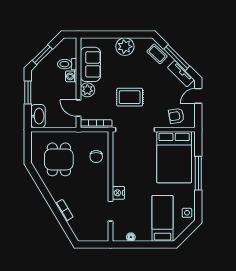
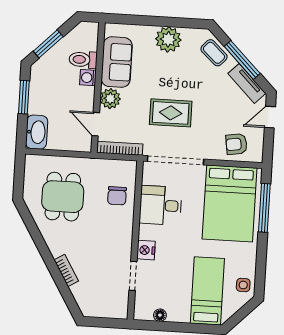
desk: (127, 161) -> (161, 205), added
window: (198, 173) -> (264, 208), moved

